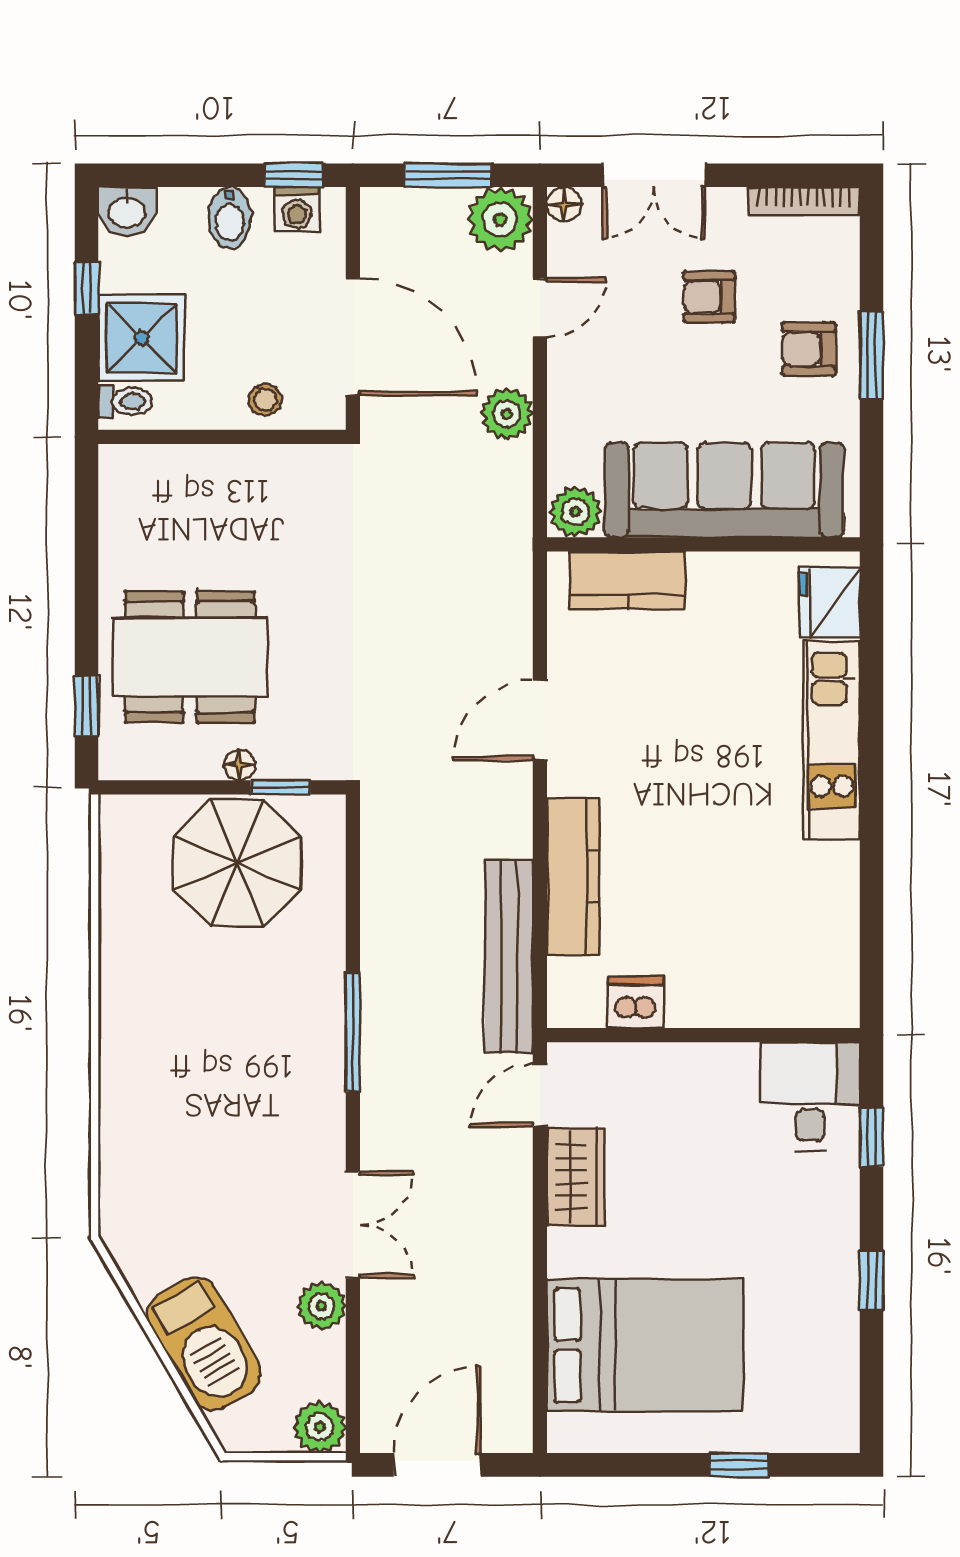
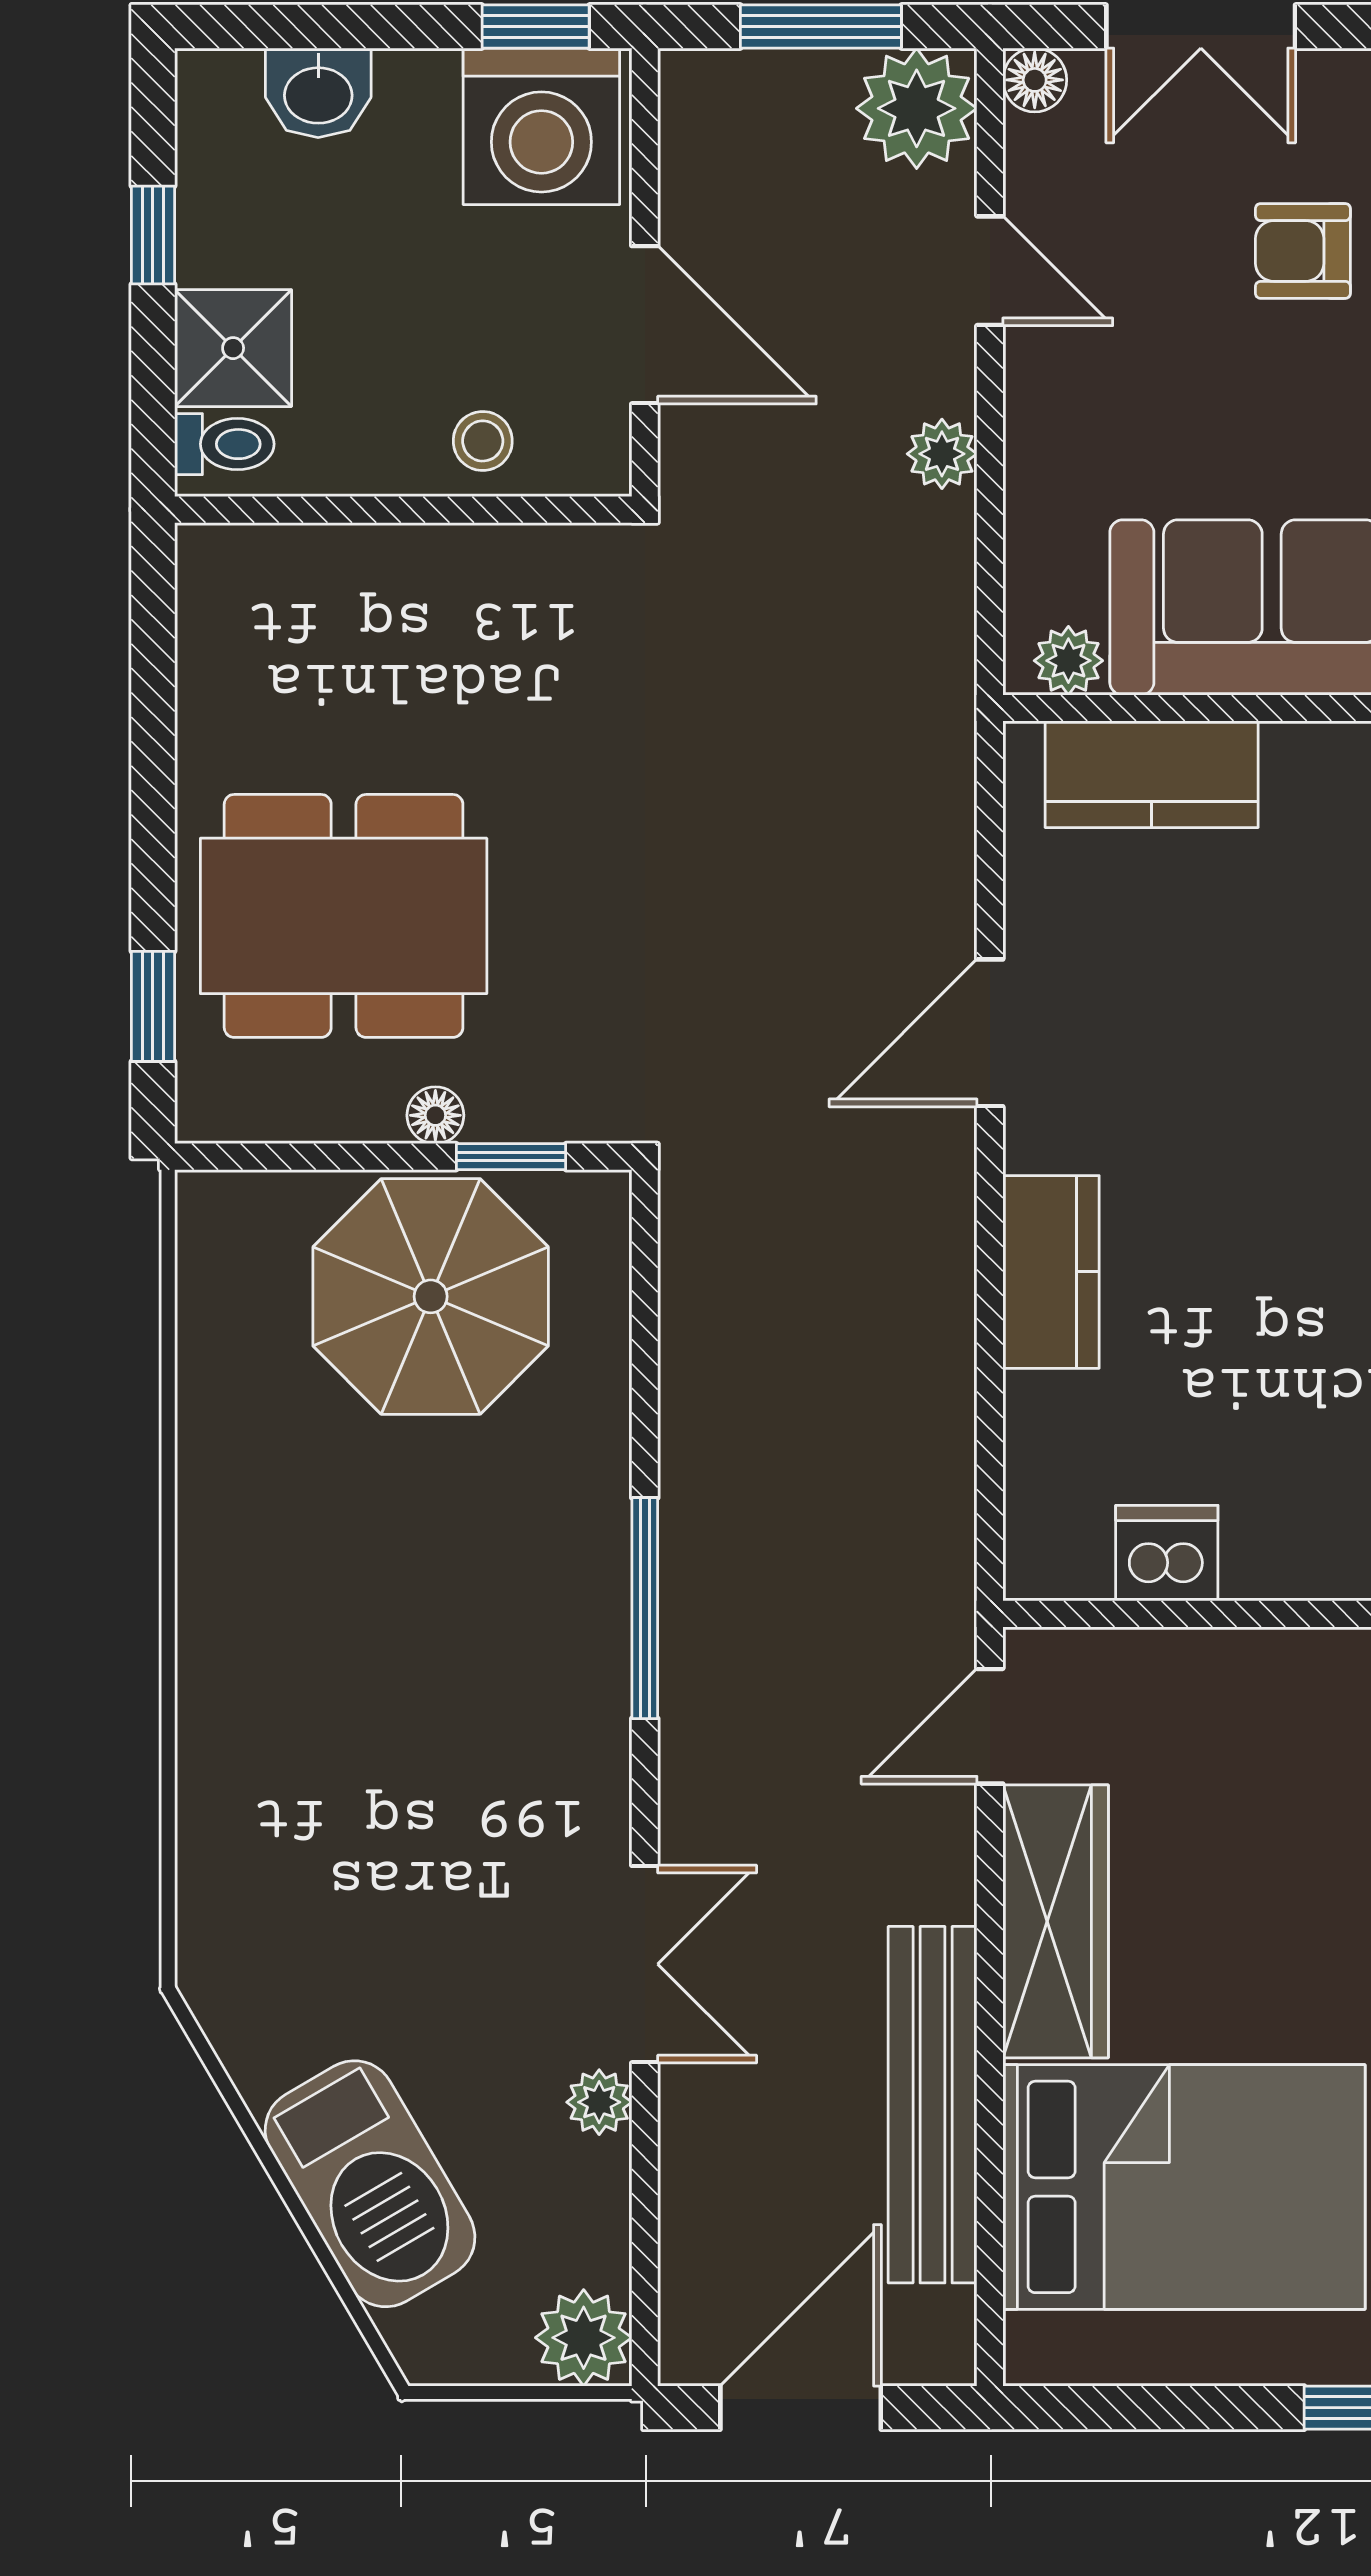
washing machine: (297, 209) -> (541, 126), width x1.89, depth x1.89
washbasin: (127, 211) -> (318, 93), moved
bidet: (230, 218) -> (417, 105), removed
door: (540, 308) -> (990, 271), hinge flipped
door: (353, 337) -> (645, 325), width x0.73
shower: (141, 338) -> (233, 348), width x0.73, depth x0.73
plant: (507, 414) -> (942, 454), width x0.73, depth x0.73
plant: (575, 512) -> (1068, 661), width x0.73, depth x0.73
kitchen counter: (573, 876) -> (1051, 1272), width x0.67
bench: (509, 957) -> (933, 2105), moved
wardrobe: (575, 1177) -> (1056, 1921), width x1.50
plant: (322, 1306) -> (599, 2102), width x0.73, depth x0.73

